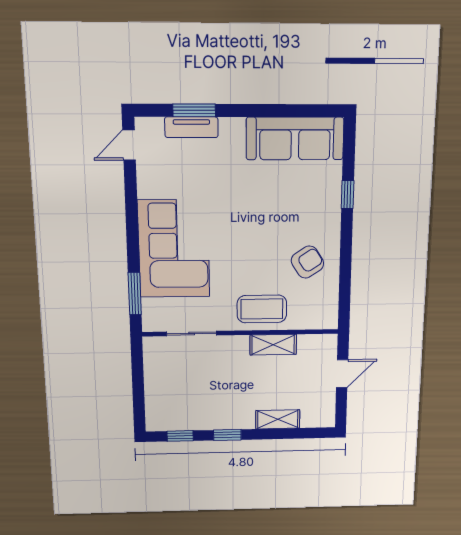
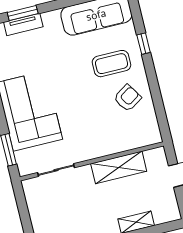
coffee table: (262, 309) -> (111, 64), moved
shelving: (273, 345) -> (119, 167), width x1.50, depth x1.33

